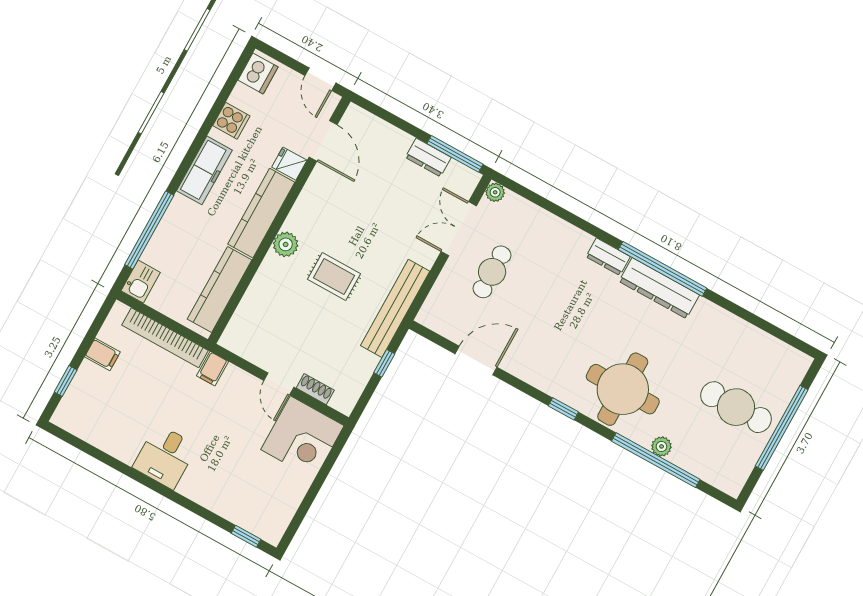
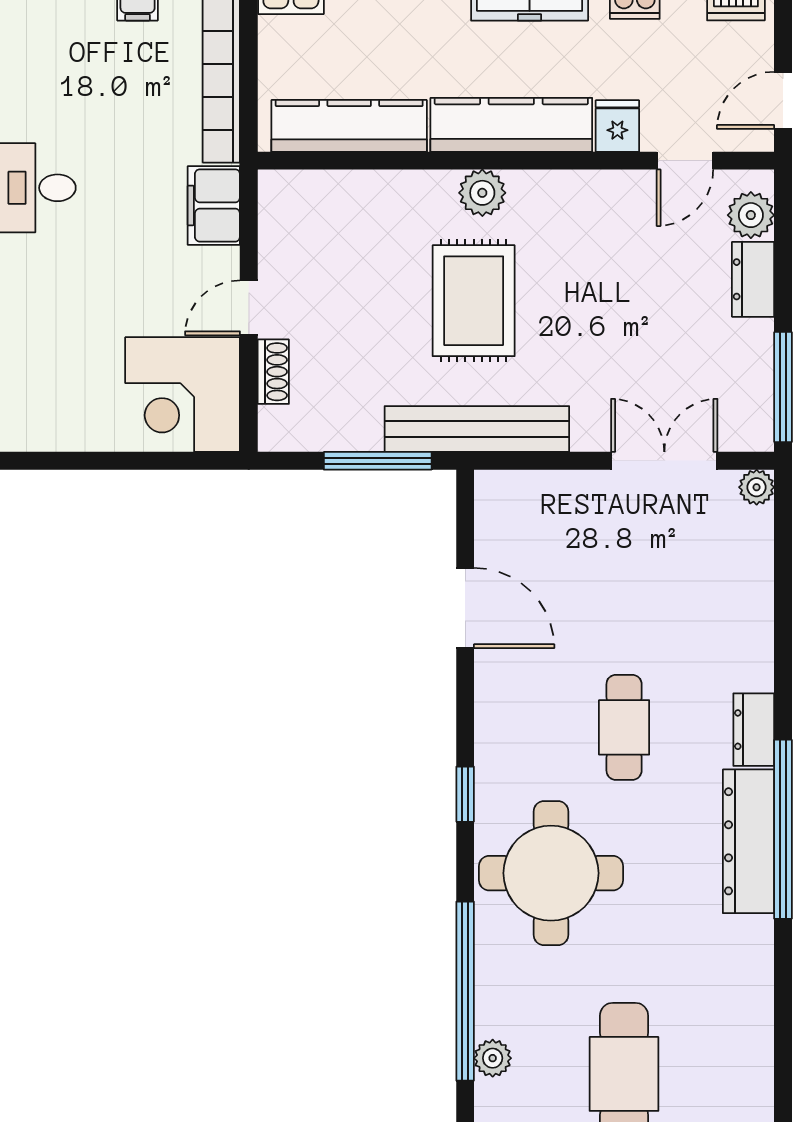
plant: (366, 124) -> (751, 215), added
door: (323, 141) -> (685, 161), width x0.73
dresser: (428, 157) -> (753, 279), moved
cafe table: (492, 272) -> (624, 727), moved, turned 90
rug: (334, 277) -> (474, 301), width x1.36, depth x1.43
window: (384, 363) -> (378, 461), width x2.17
filing cabinet: (212, 369) -> (214, 205), width x2.00
plant: (661, 446) -> (493, 1058), moved

